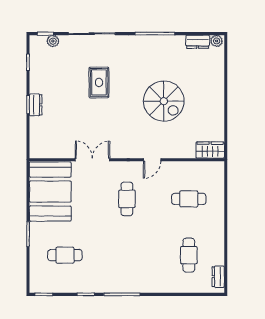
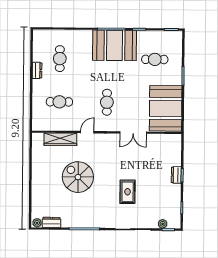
wardrobe: (210, 150) -> (60, 139), moved, width x1.50
booth: (118, 273) -> (115, 45), added
dresser: (218, 277) -> (37, 70), moved

